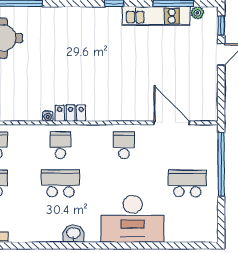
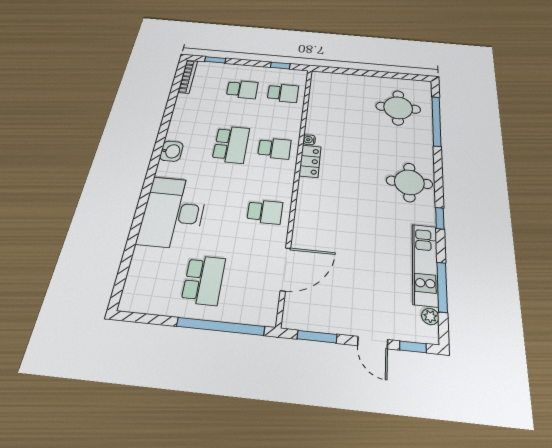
round table: (82, 28) -> (409, 182), added
window: (221, 94) -> (317, 337), added

